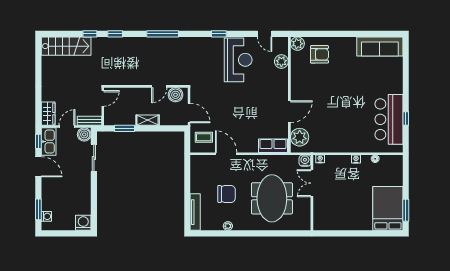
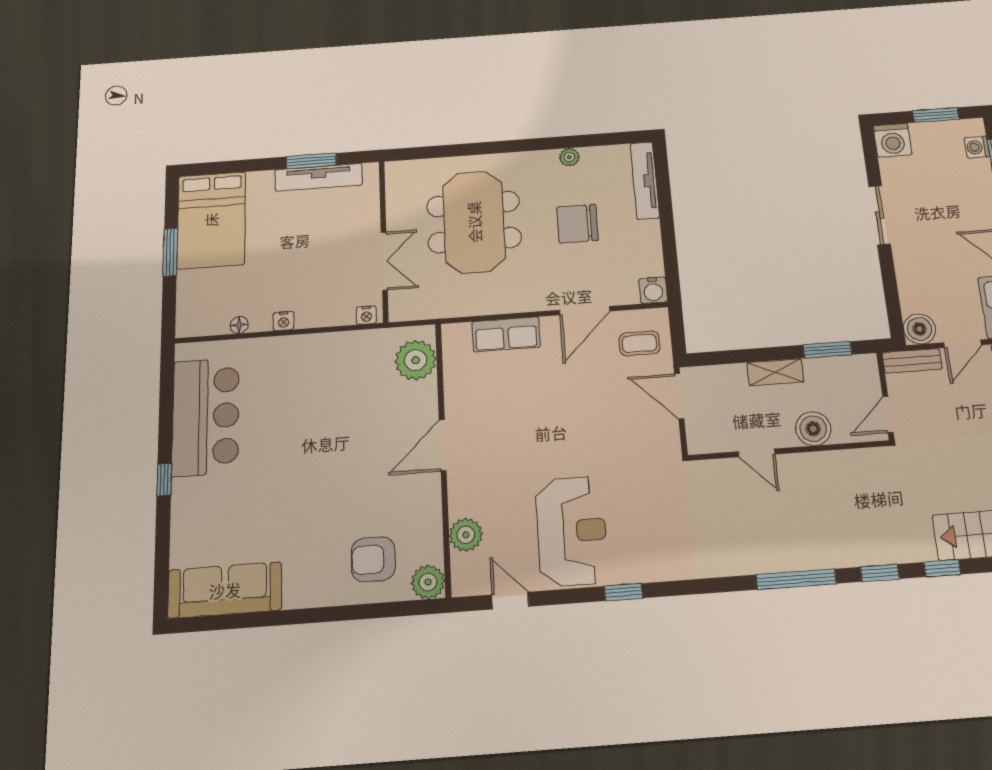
window: (163, 34) -> (796, 579), moved
reception desk: (238, 60) -> (572, 531), turned 180
door: (159, 86) -> (756, 453), swing flipped
boiler: (176, 95) -> (813, 429), moved
door: (289, 112) -> (443, 445), moved
window: (406, 119) -> (164, 480), moved
row of seats: (273, 146) -> (506, 334), moved
door: (226, 154) -> (585, 311), hinge flipped
sliding door: (94, 158) -> (880, 215), moved
water cooler: (305, 161) -> (653, 290), moved
window: (406, 210) -> (170, 252), moved
tv unit: (340, 225) -> (319, 177), added
window: (62, 233) -> (936, 115), added
window: (343, 233) -> (311, 161), added

